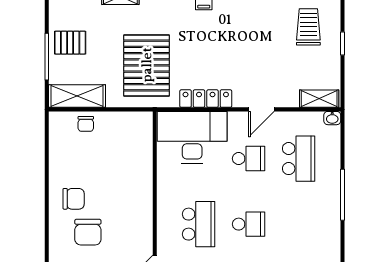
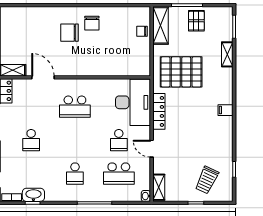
trolley: (308, 27) -> (207, 180), turned 115
school desk: (249, 224) -> (75, 174), moved

